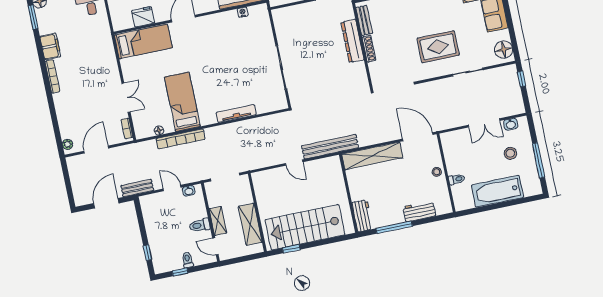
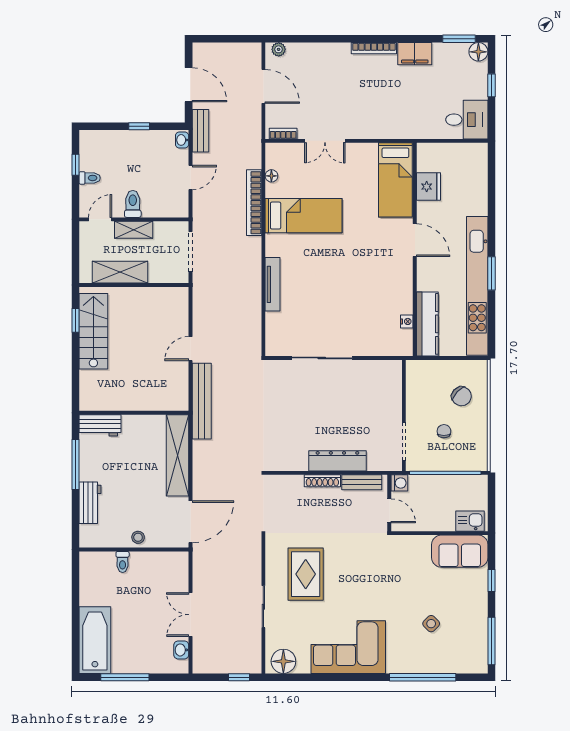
stool: (510, 153) -> (142, 641), removed
washbasin: (189, 191) -> (182, 140), moved
bathtub: (497, 191) -> (95, 640), moved
stairs: (305, 227) -> (93, 331), width x0.73, depth x0.66
window: (147, 253) -> (139, 126), moved

